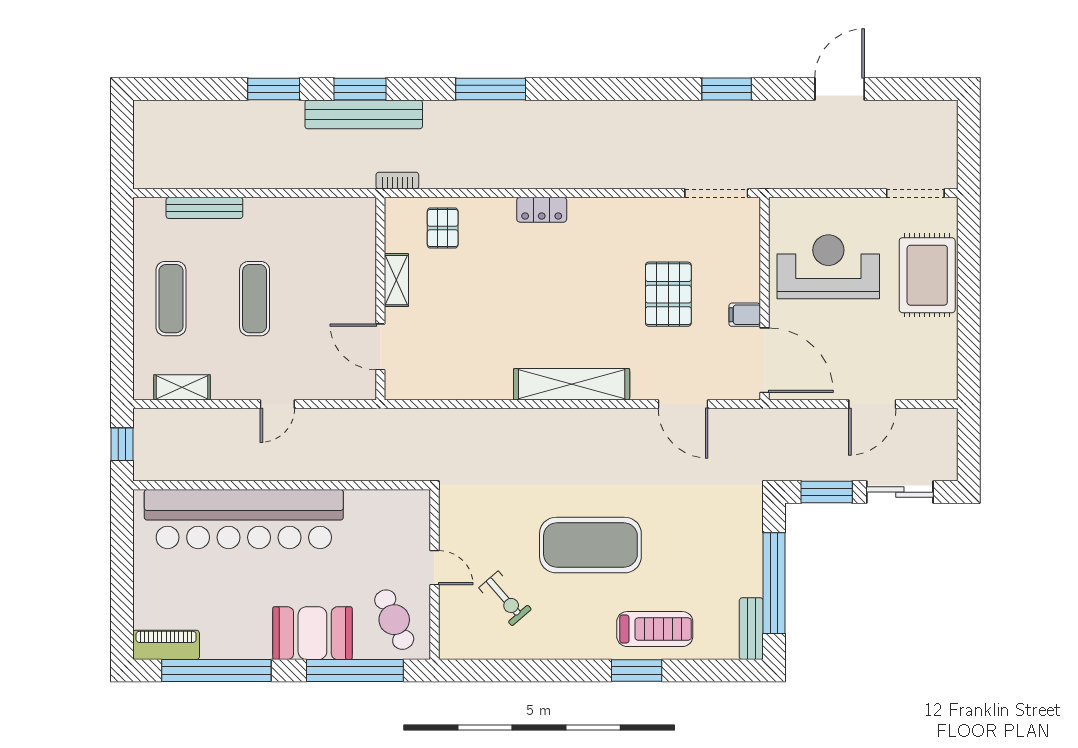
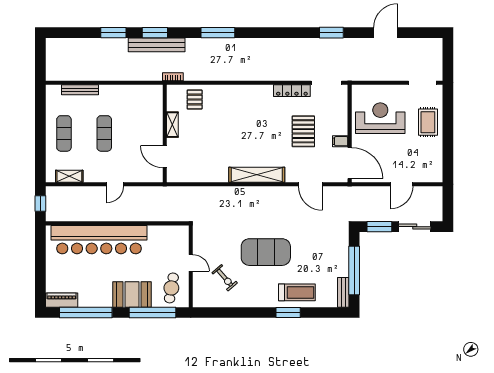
locker: (542, 210) -> (292, 91), moved, width x1.53
rug: (927, 275) -> (428, 122), width x0.73, depth x0.70
cafe table: (394, 620) -> (171, 288), turned 34

